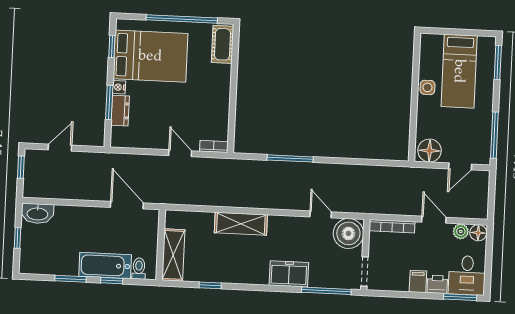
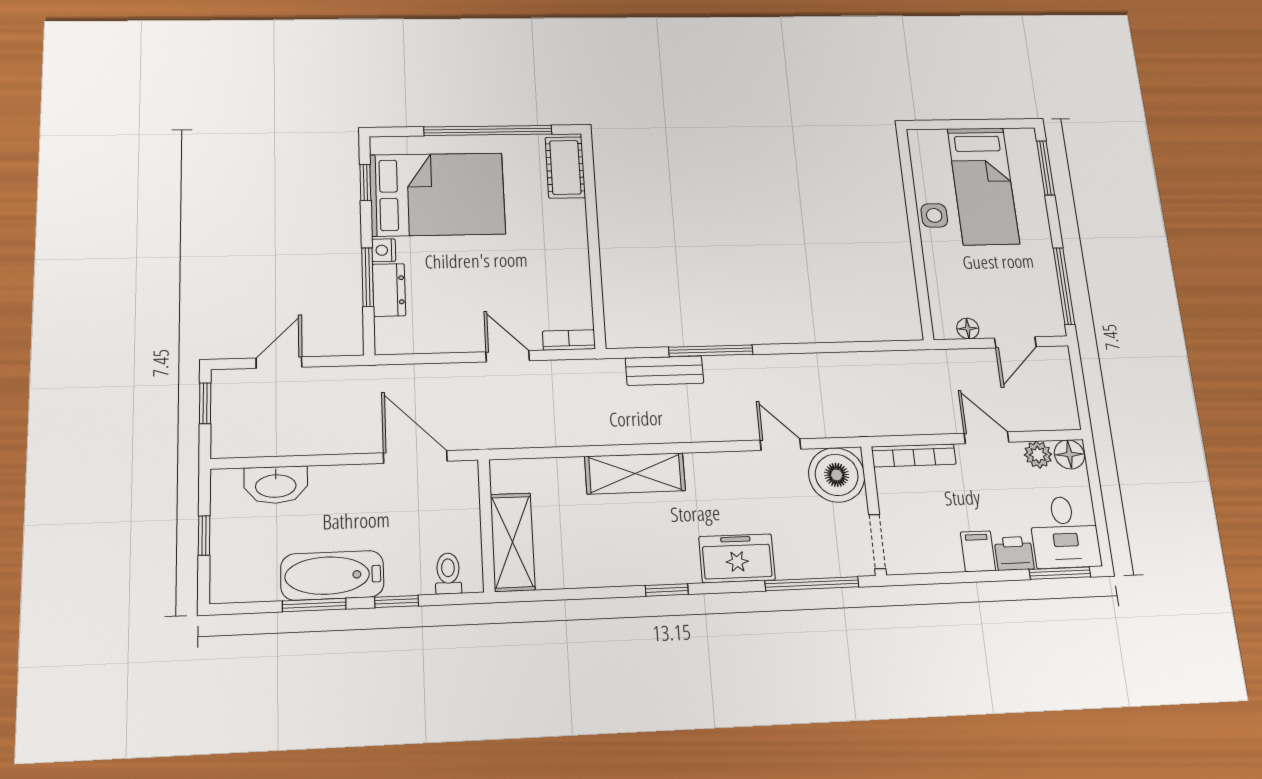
floor lamp: (430, 151) -> (968, 329), width x0.53, depth x0.53
bench: (263, 168) -> (664, 371), added
washbasin: (37, 213) -> (276, 485), moved
bathtub: (105, 266) -> (332, 575), moved
window: (210, 285) -> (667, 590), moved

